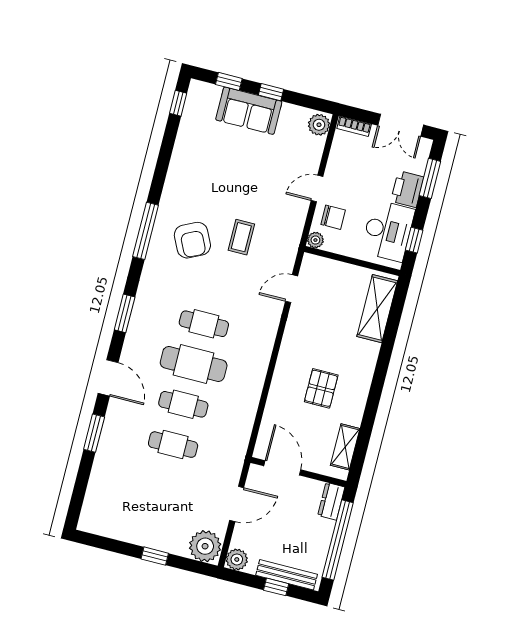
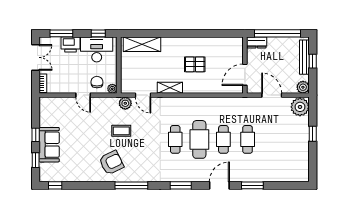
plant: (319, 125) -> (125, 103), moved
armchair: (192, 240) -> (111, 163), moved
shelving: (345, 447) -> (170, 88), moved

